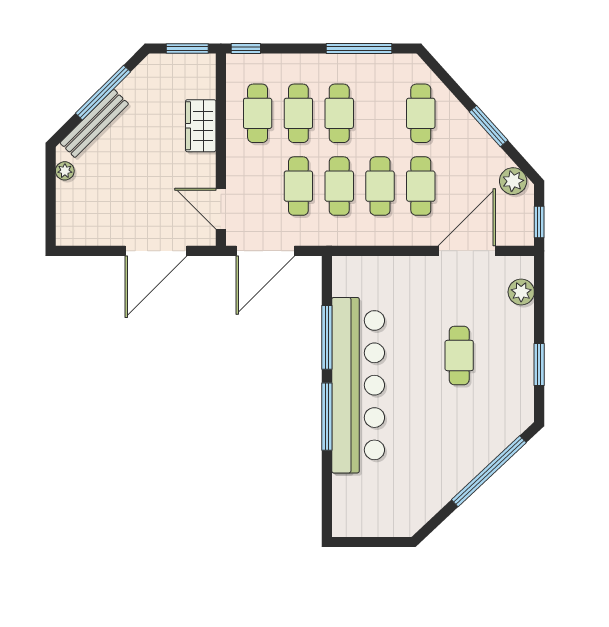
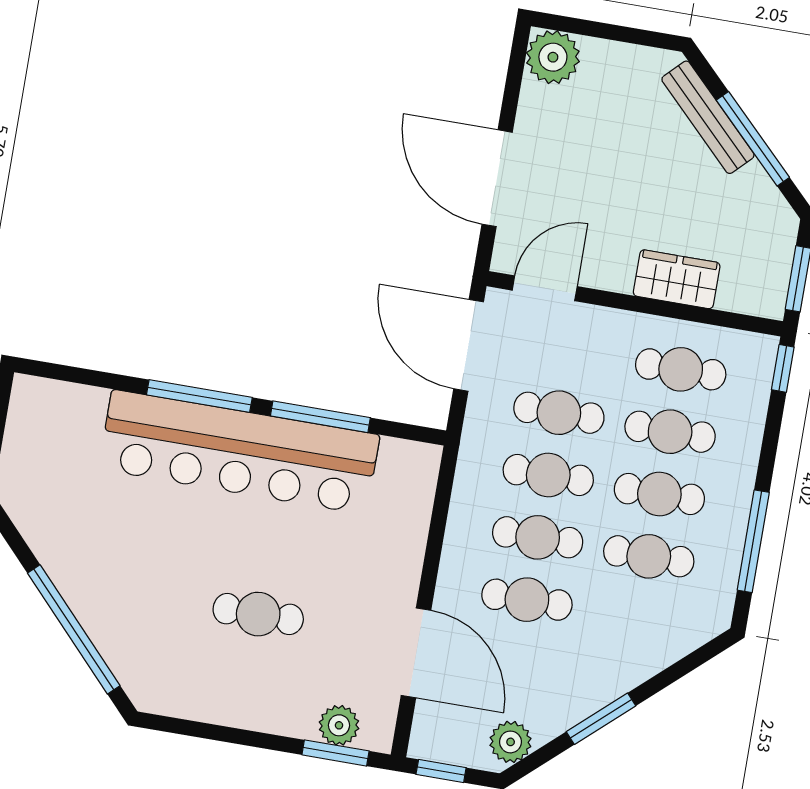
cafe table: (421, 113) -> (649, 556), moved
plant: (65, 171) -> (553, 57), moved, width x1.88, depth x1.88
window: (539, 364) -> (336, 753), moved

